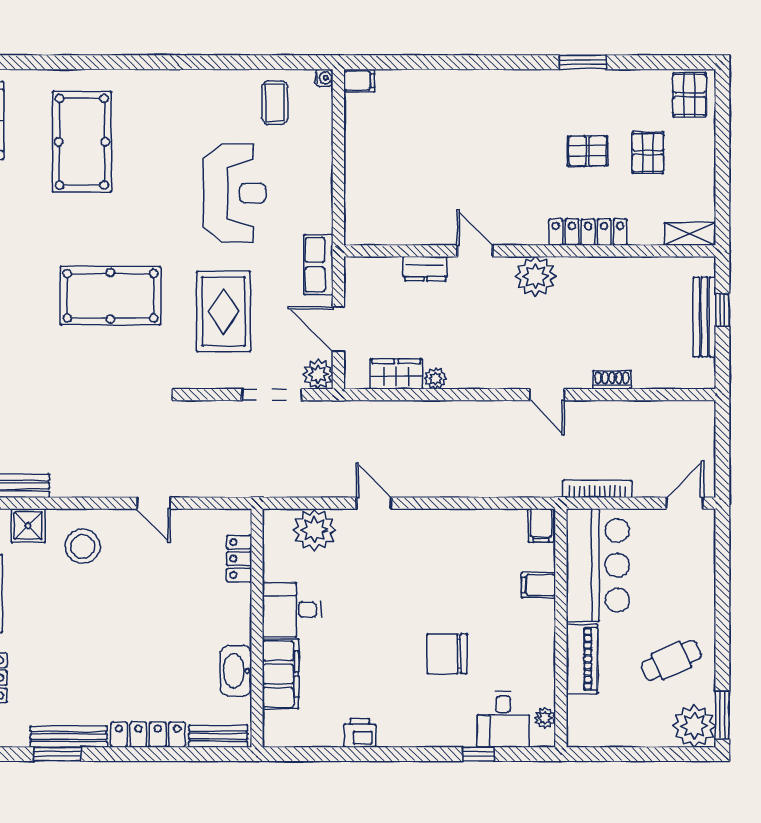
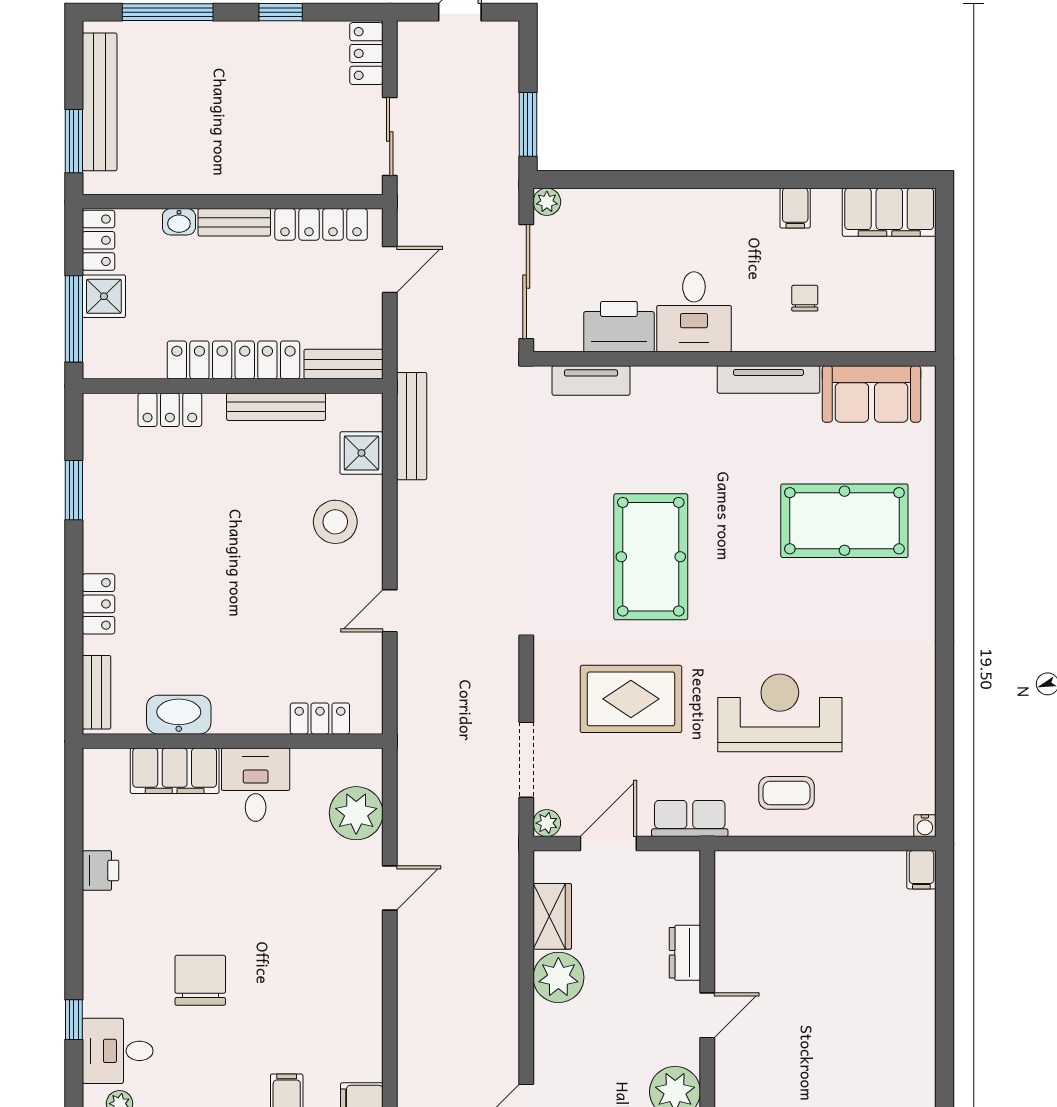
coffee table: (275, 103) -> (786, 793), moved
reception desk: (235, 193) -> (780, 713), turned 180
plant: (318, 374) -> (547, 823), width x0.73, depth x0.73
plant: (435, 378) -> (558, 977), width x1.88, depth x1.88
locker: (148, 735) -> (99, 604), width x0.66
bench: (69, 737) -> (96, 504), removed

